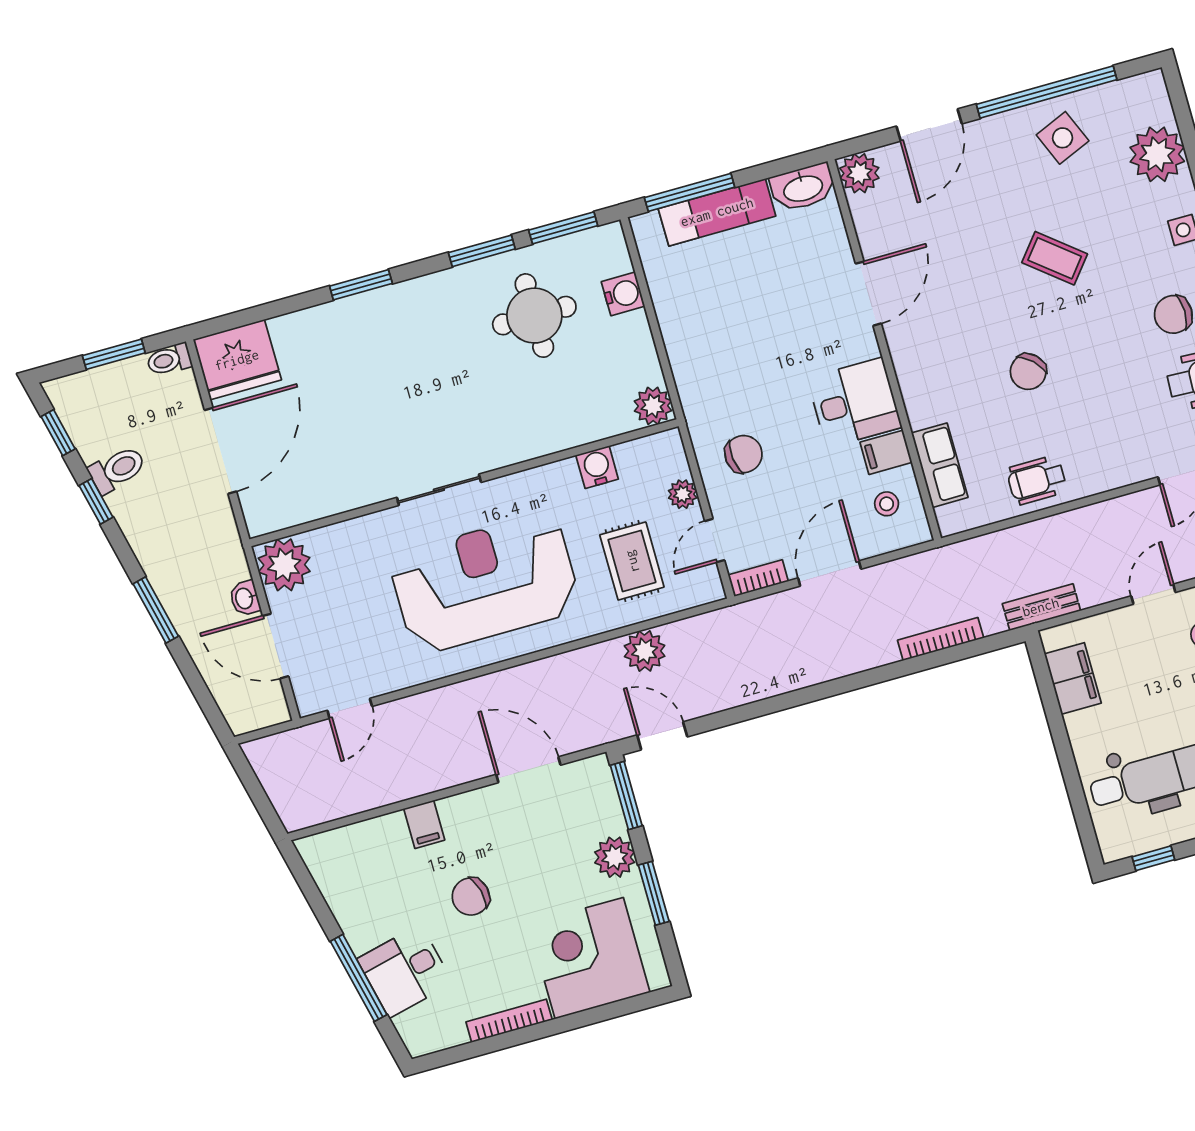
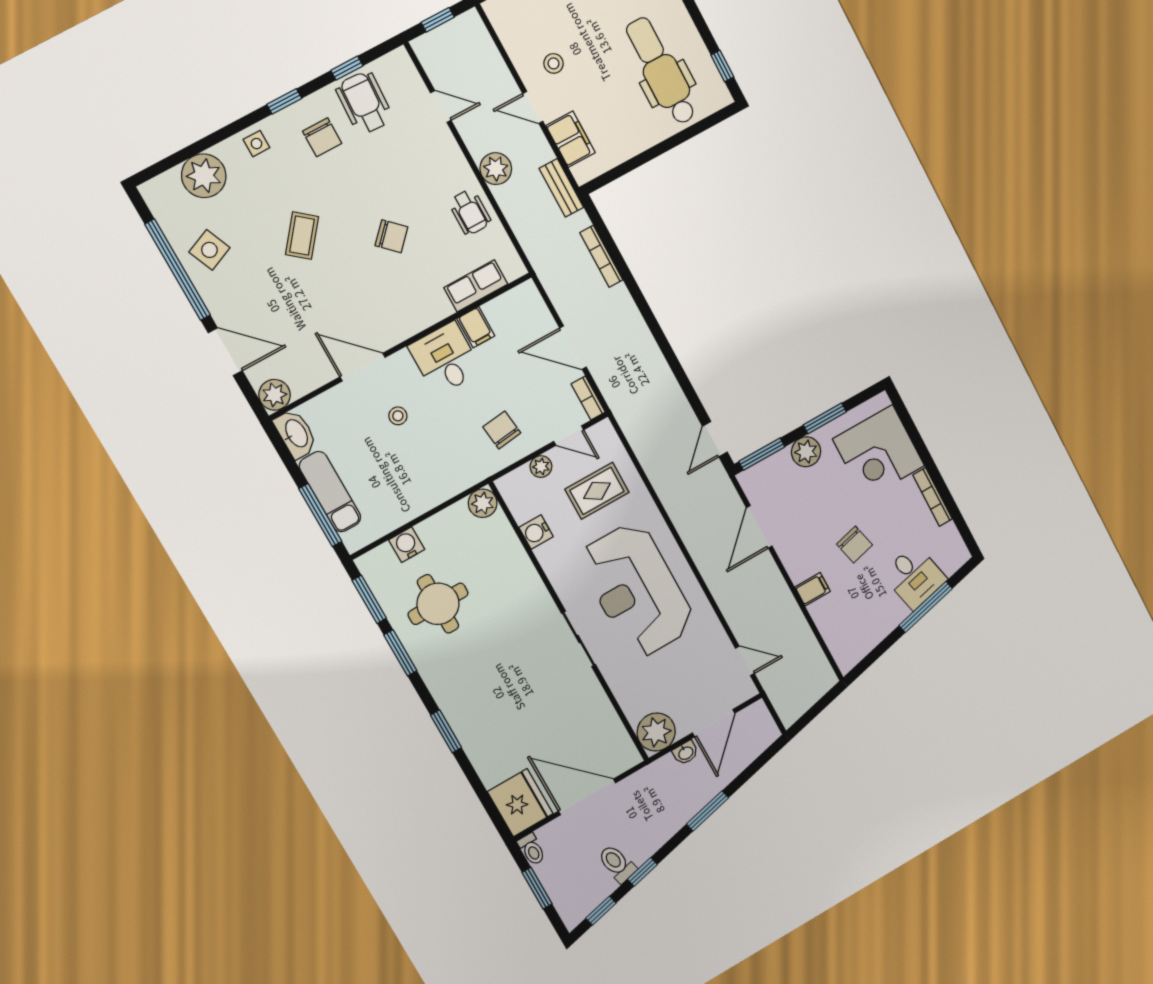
stool: (887, 504) -> (398, 416), moved
plant: (645, 651) -> (496, 169), moved
filing cabinet: (1073, 678) -> (571, 139), moved, turned 90

